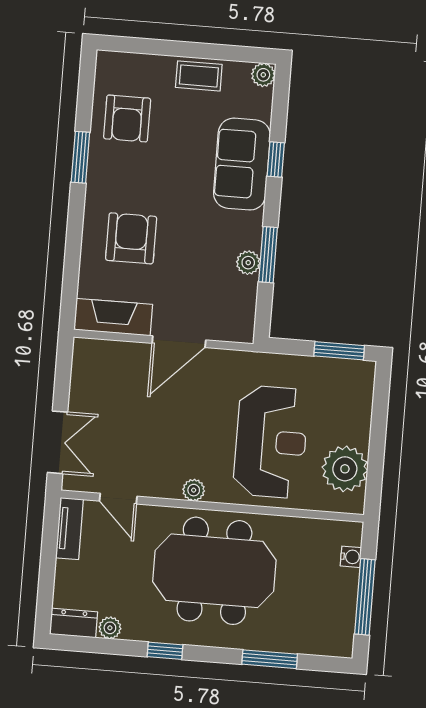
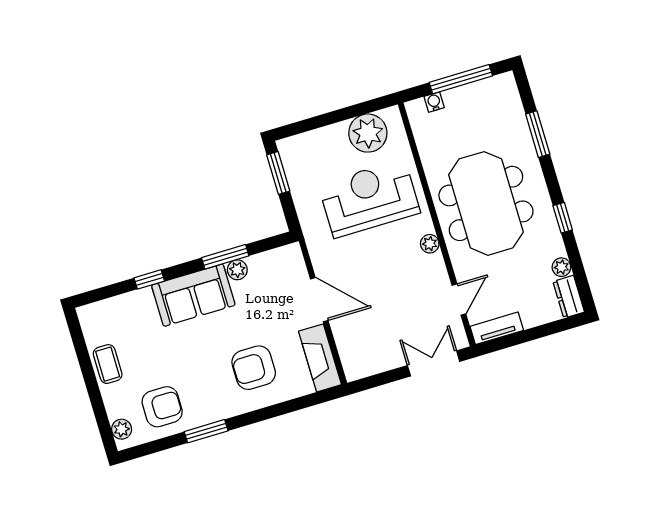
plant: (263, 75) -> (122, 429), moved
sofa: (242, 164) -> (193, 295), moved

